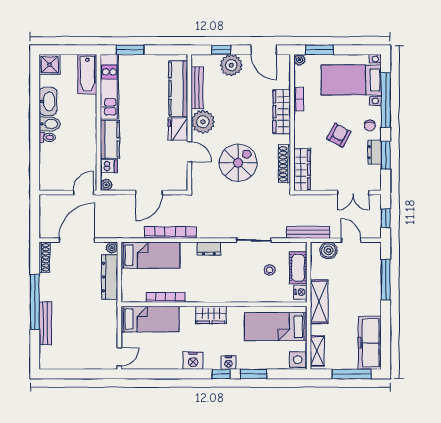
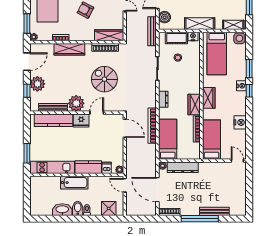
shower: (50, 65) -> (109, 208), moved
bathtub: (87, 74) -> (74, 183), moved
door: (149, 192) -> (125, 128), moved
wardrobe: (201, 294) -> (194, 104), added
nightstand: (193, 361) -> (240, 122), moved

